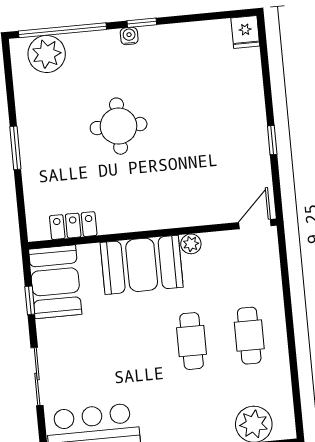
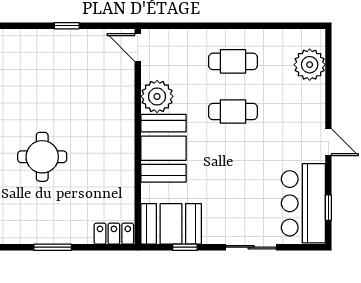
locker: (73, 226) -> (114, 234), moved, turned 90
plant: (191, 244) -> (157, 96), width x1.88, depth x1.88

